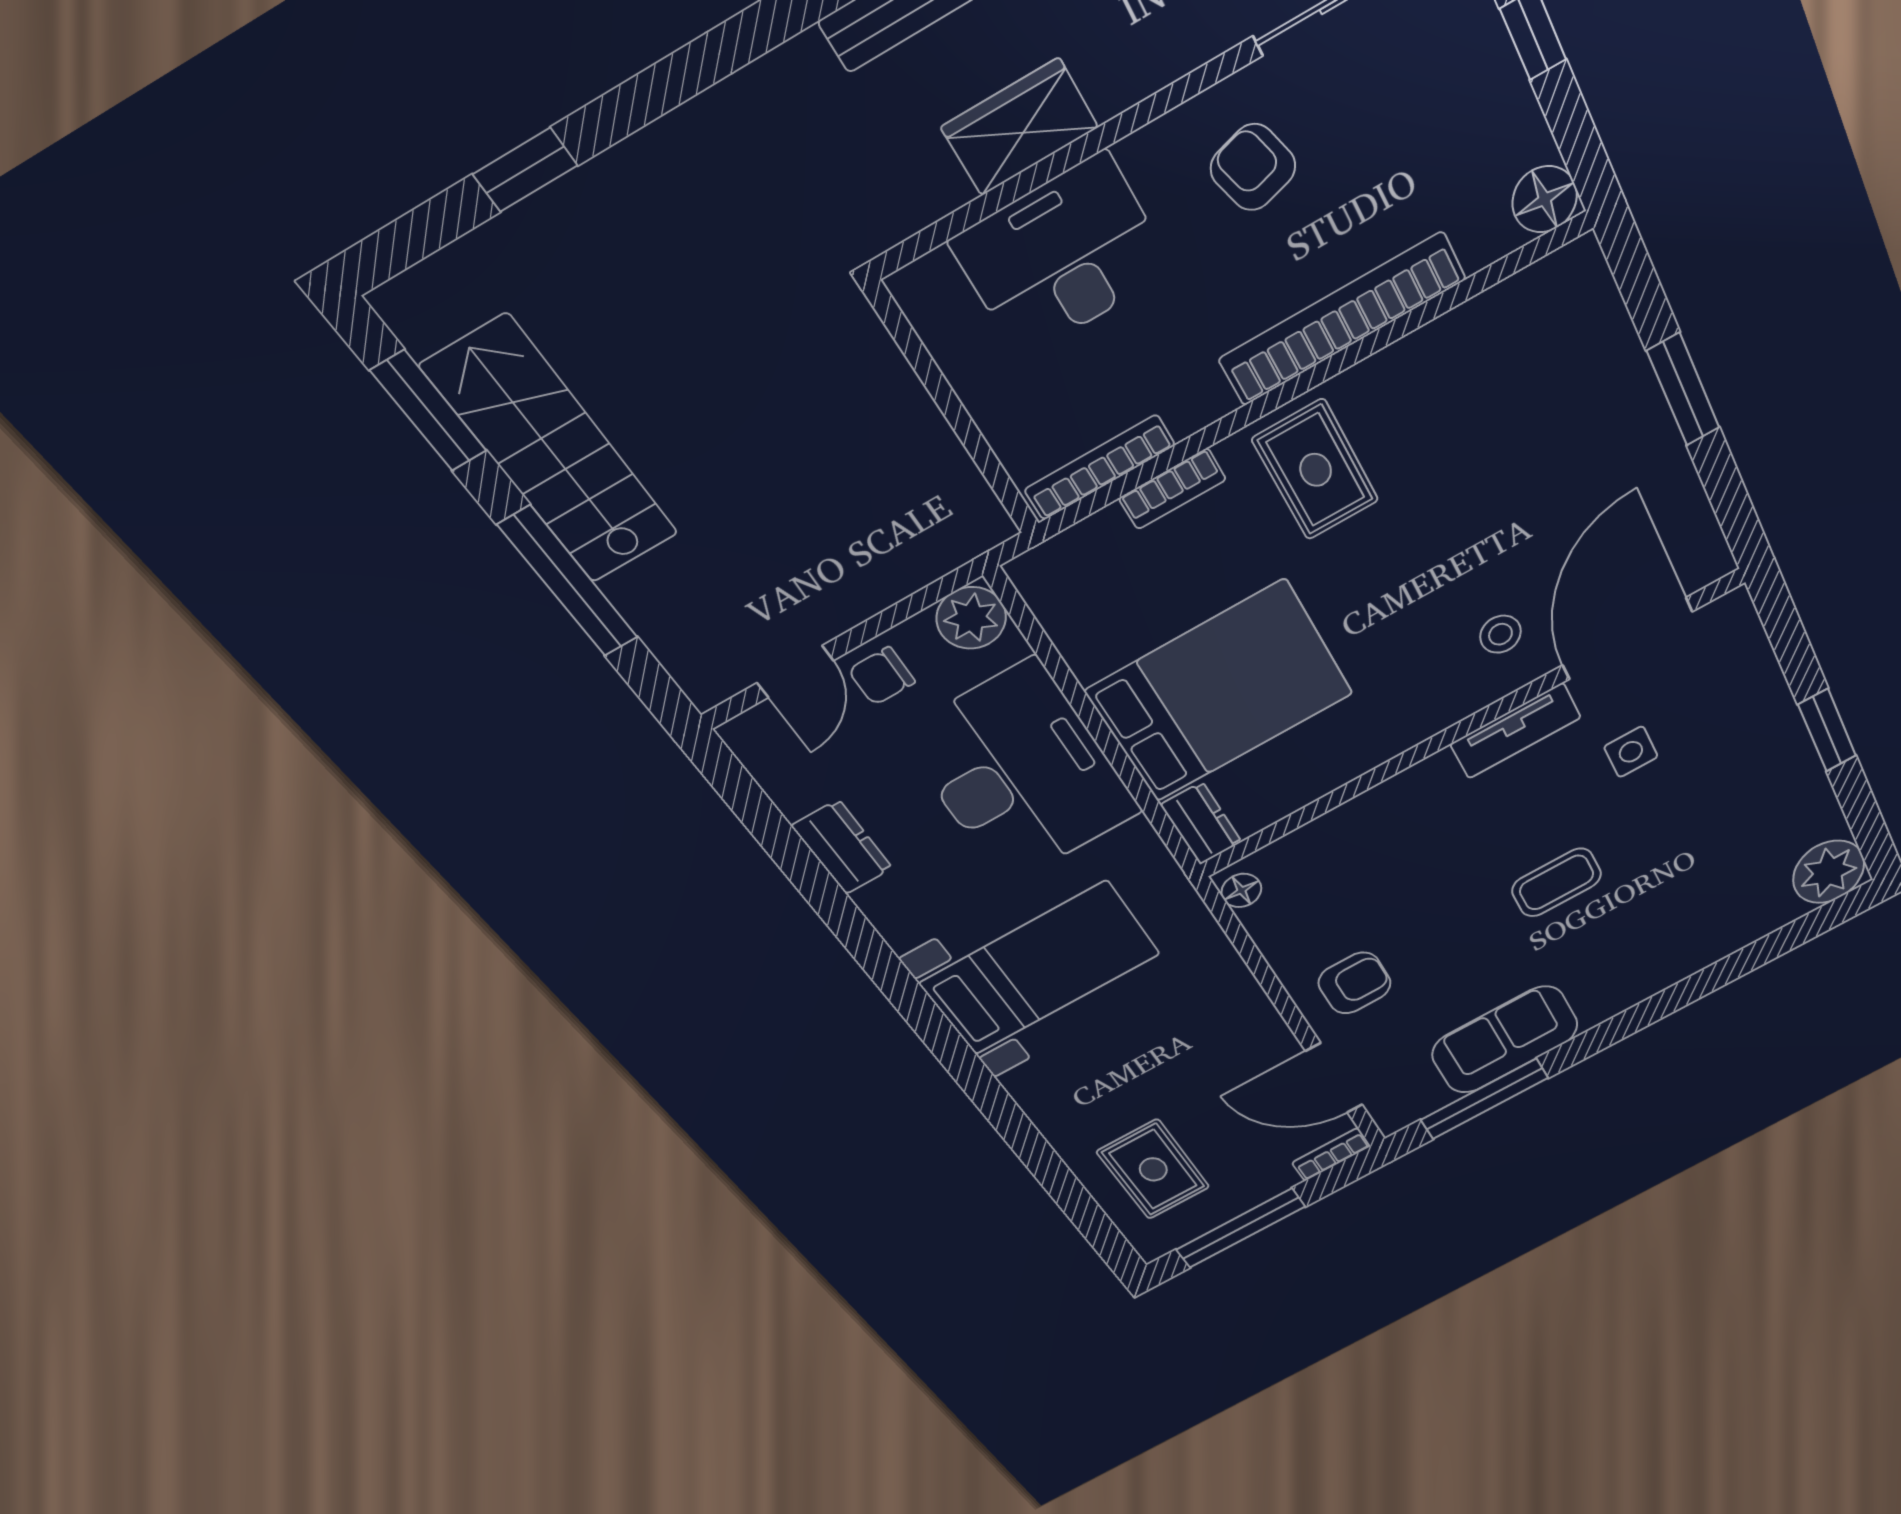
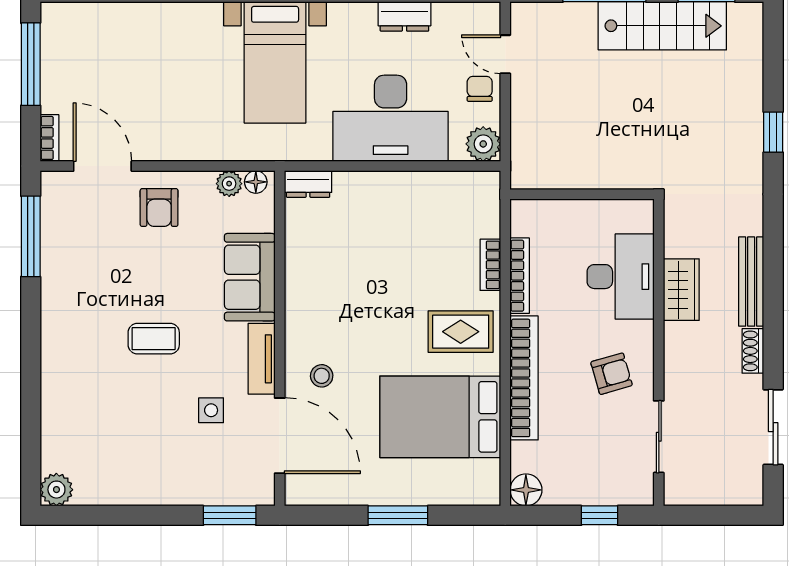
window: (525, 170) -> (773, 132), moved
bookcase: (1100, 467) -> (520, 276), moved
bed: (1220, 692) -> (440, 417), moved, turned 90
window: (1827, 730) -> (230, 515), moved
plant: (1829, 872) -> (56, 490), width x0.73, depth x0.73
coffee table: (1557, 882) -> (154, 339), turned 90
plant: (1265, 921) -> (229, 184), added
sofa: (1505, 1040) -> (250, 277), moved, turned 180
door: (1334, 1078) -> (102, 166), hinge flipped
rug: (1153, 1169) -> (106, 43), removed

